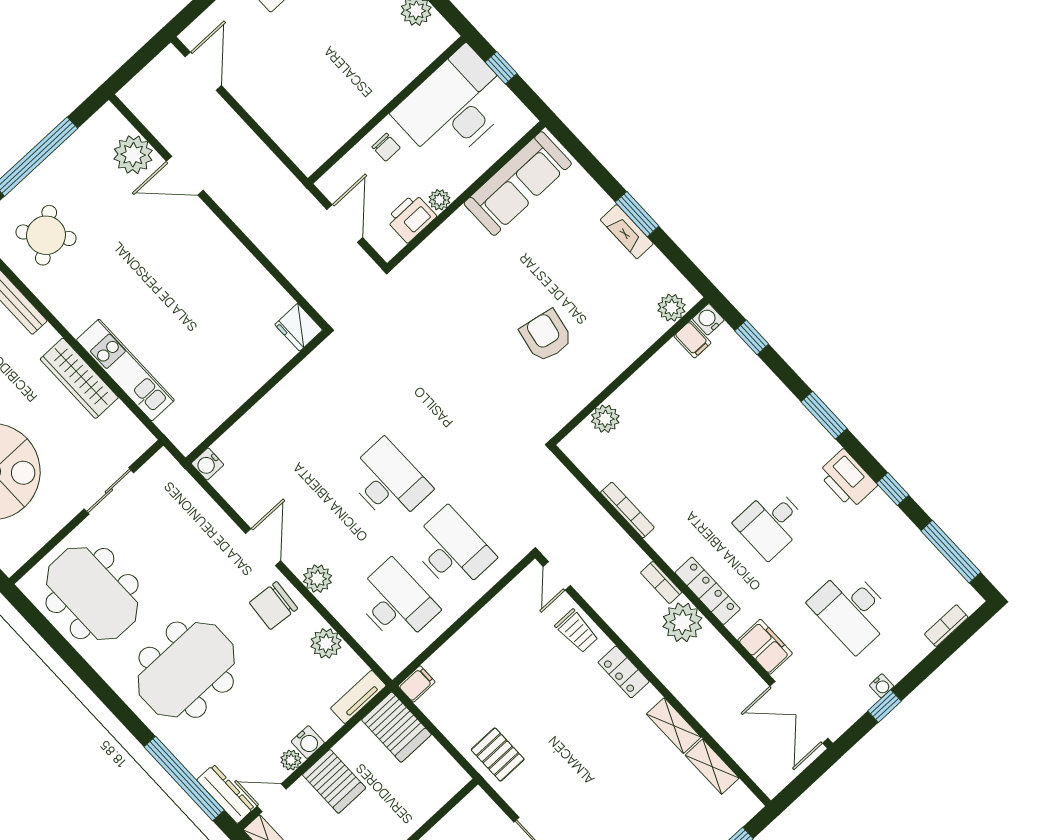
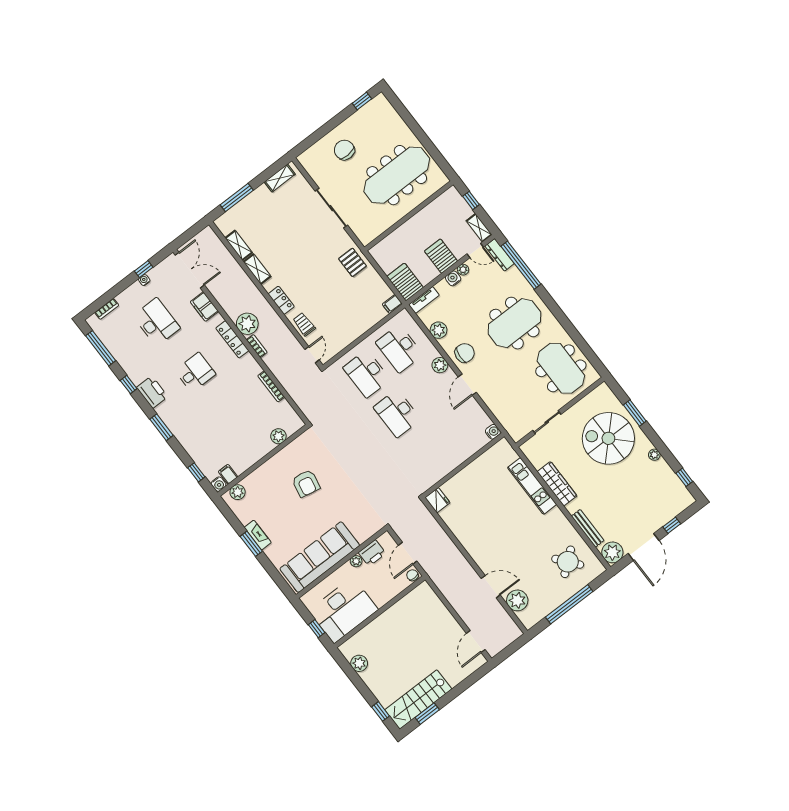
chair: (386, 147) -> (412, 575), moved
sofa: (518, 183) -> (320, 557), width x1.36, depth x1.27

